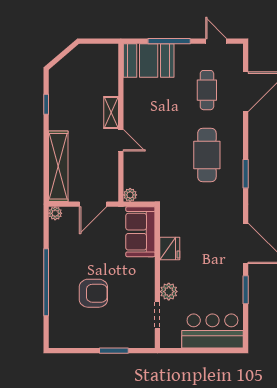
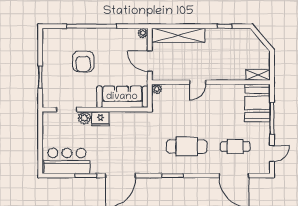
shelving: (111, 113) -> (258, 75), moved
sofa: (140, 232) -> (122, 97), width x1.36
fridge: (170, 248) -> (100, 119), moved
bar counter: (212, 331) -> (67, 161), moved, turned -90

